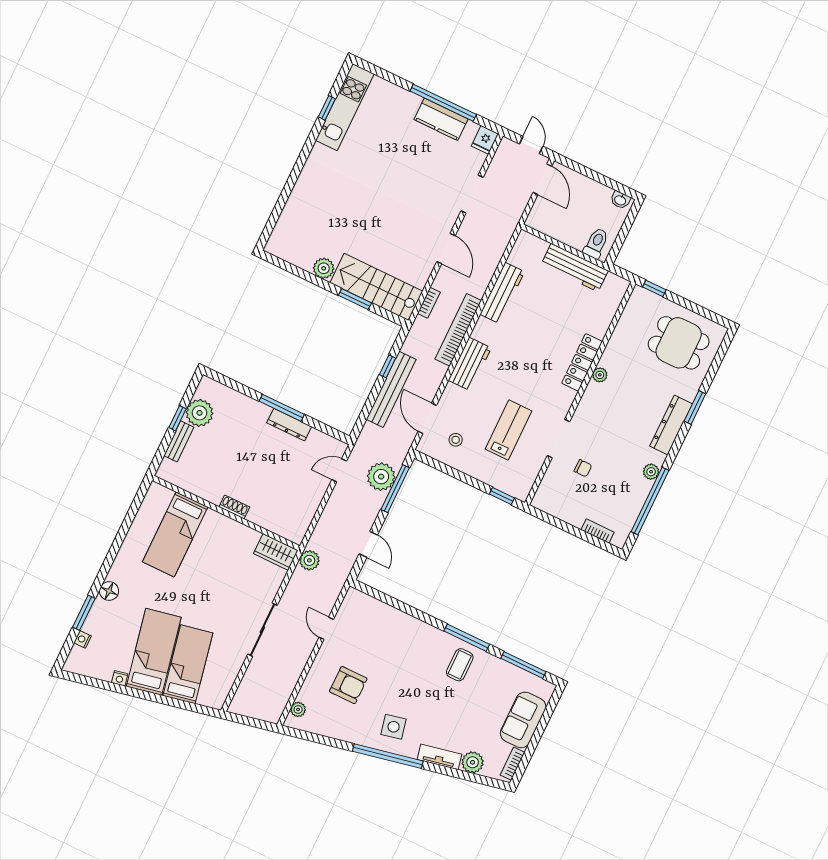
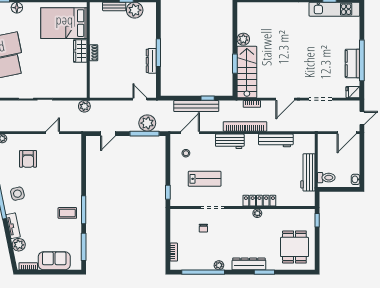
bed: (175, 534) -> (64, 23), width x1.50
wardrobe: (276, 552) -> (80, 51), moved

